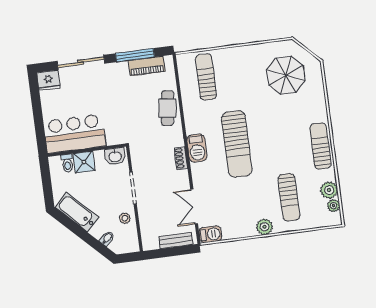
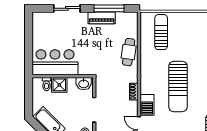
sliding door: (81, 62) -> (67, 8), width x0.73
piano: (147, 66) -> (102, 18), moved
fridge: (49, 80) -> (40, 19), removed
barbecue: (197, 148) -> (147, 105), moved

